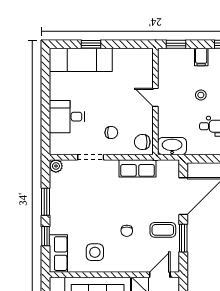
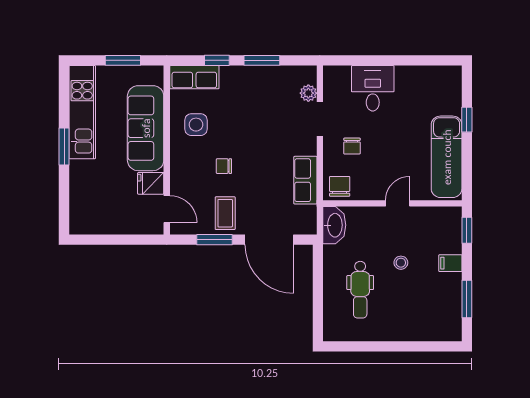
exam couch: (81, 60) -> (447, 157), moved
plant: (56, 166) -> (308, 93), moved

